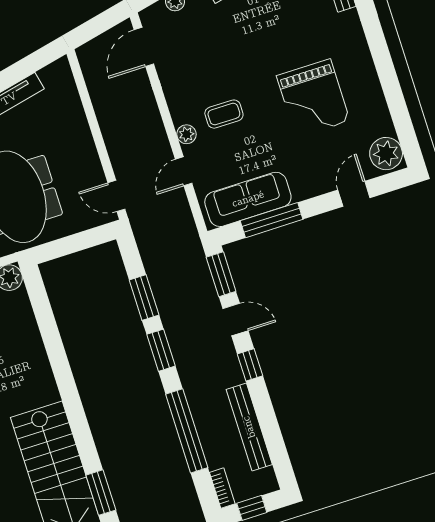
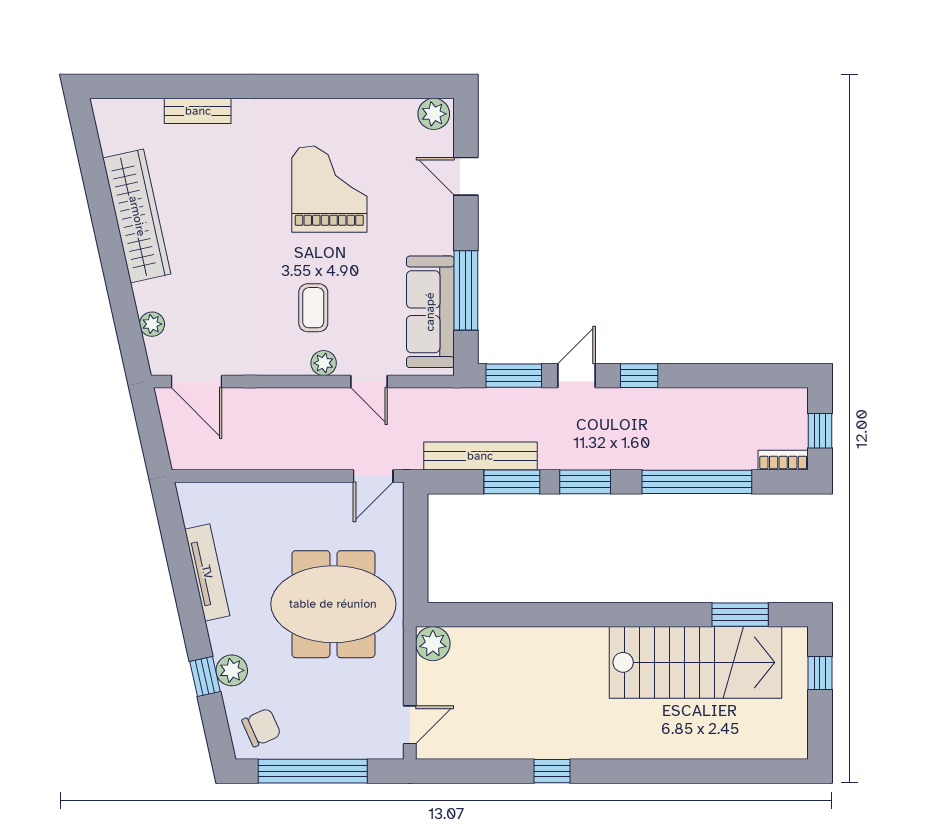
grand piano: (313, 98) -> (329, 189), turned -90
plant: (386, 154) -> (434, 114), width x0.73, depth x0.73
bench: (249, 427) -> (480, 456), moved

